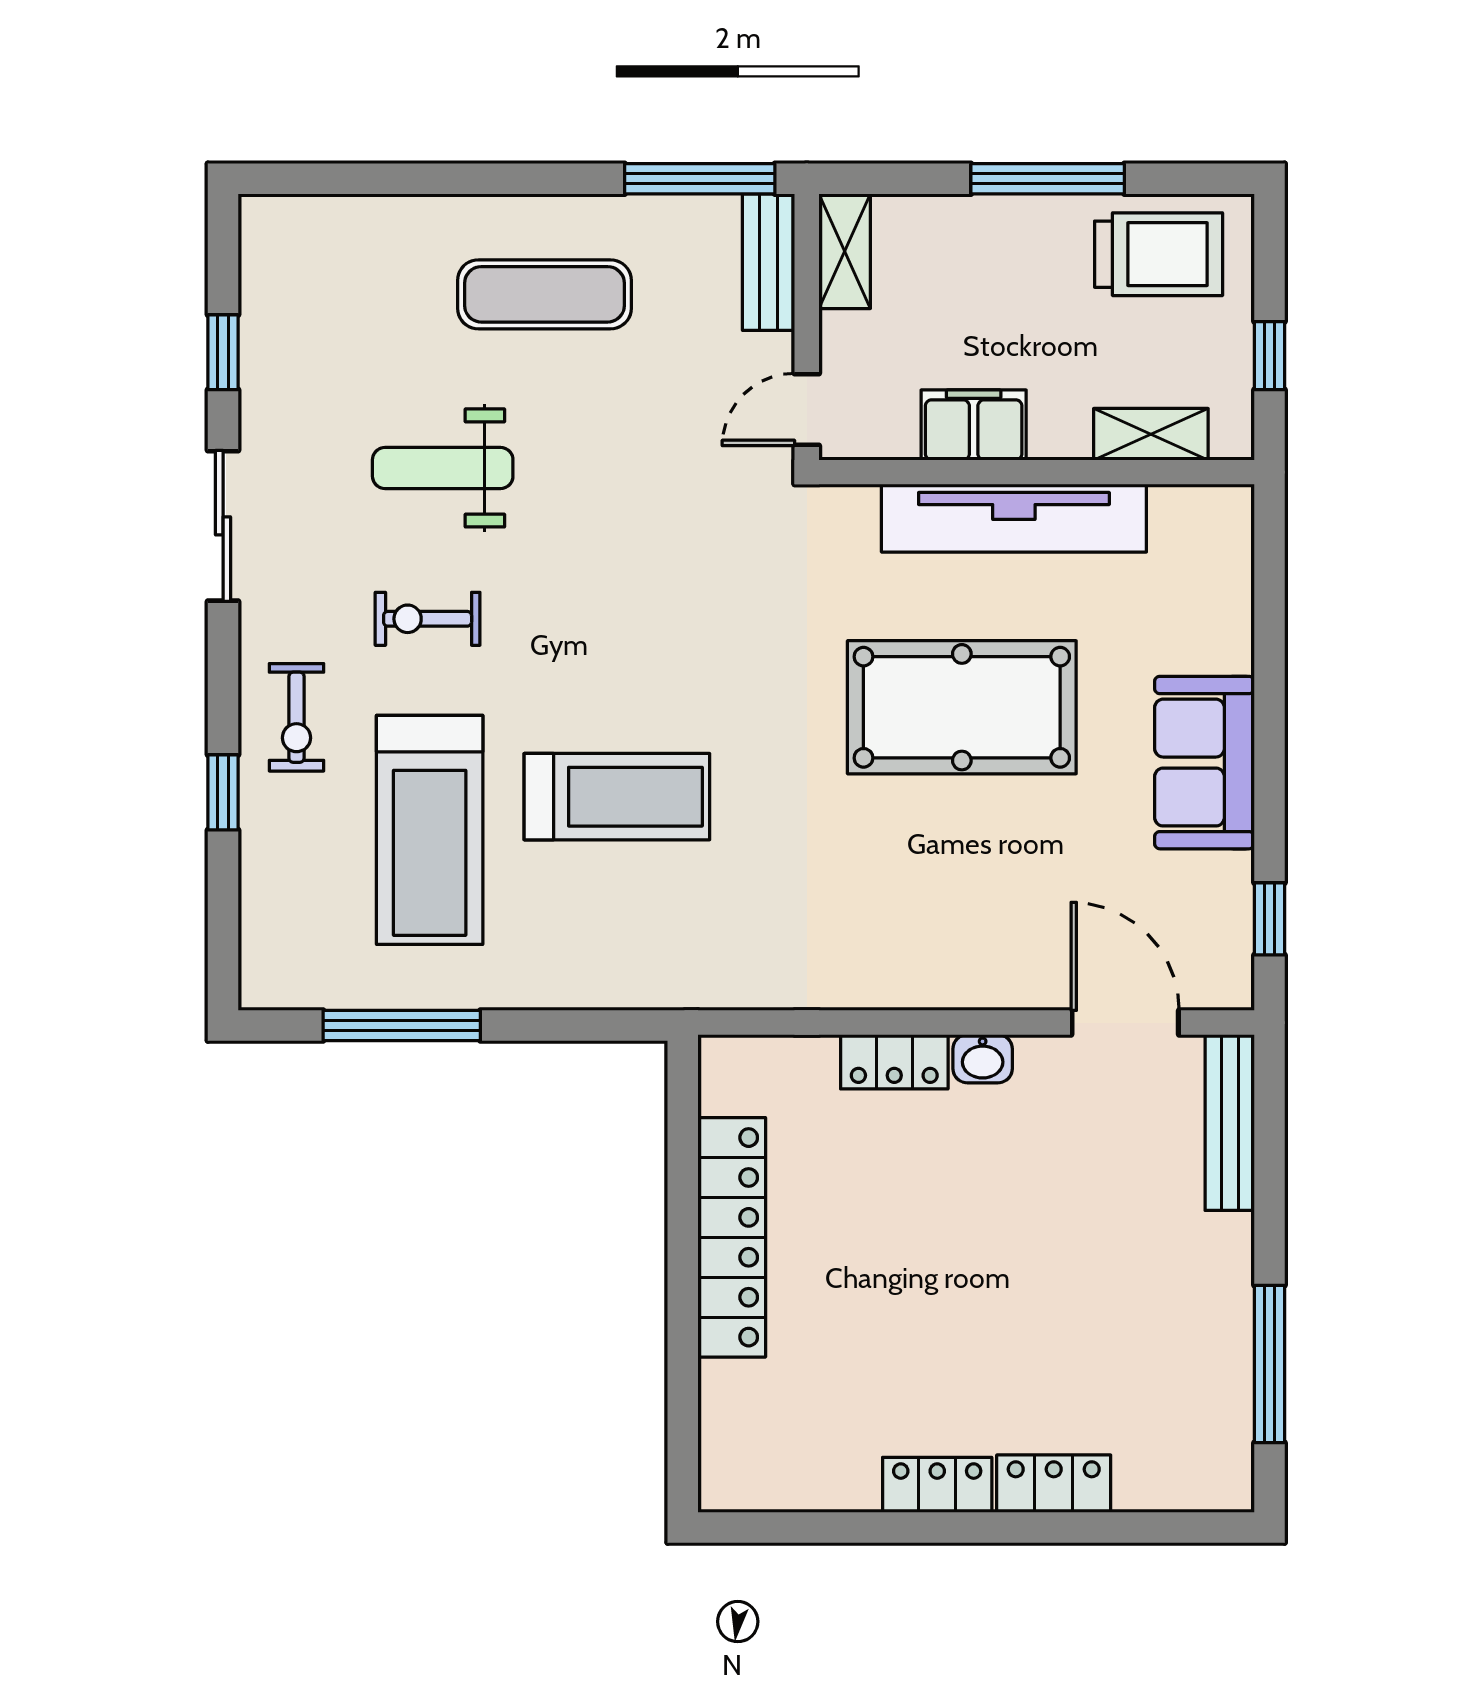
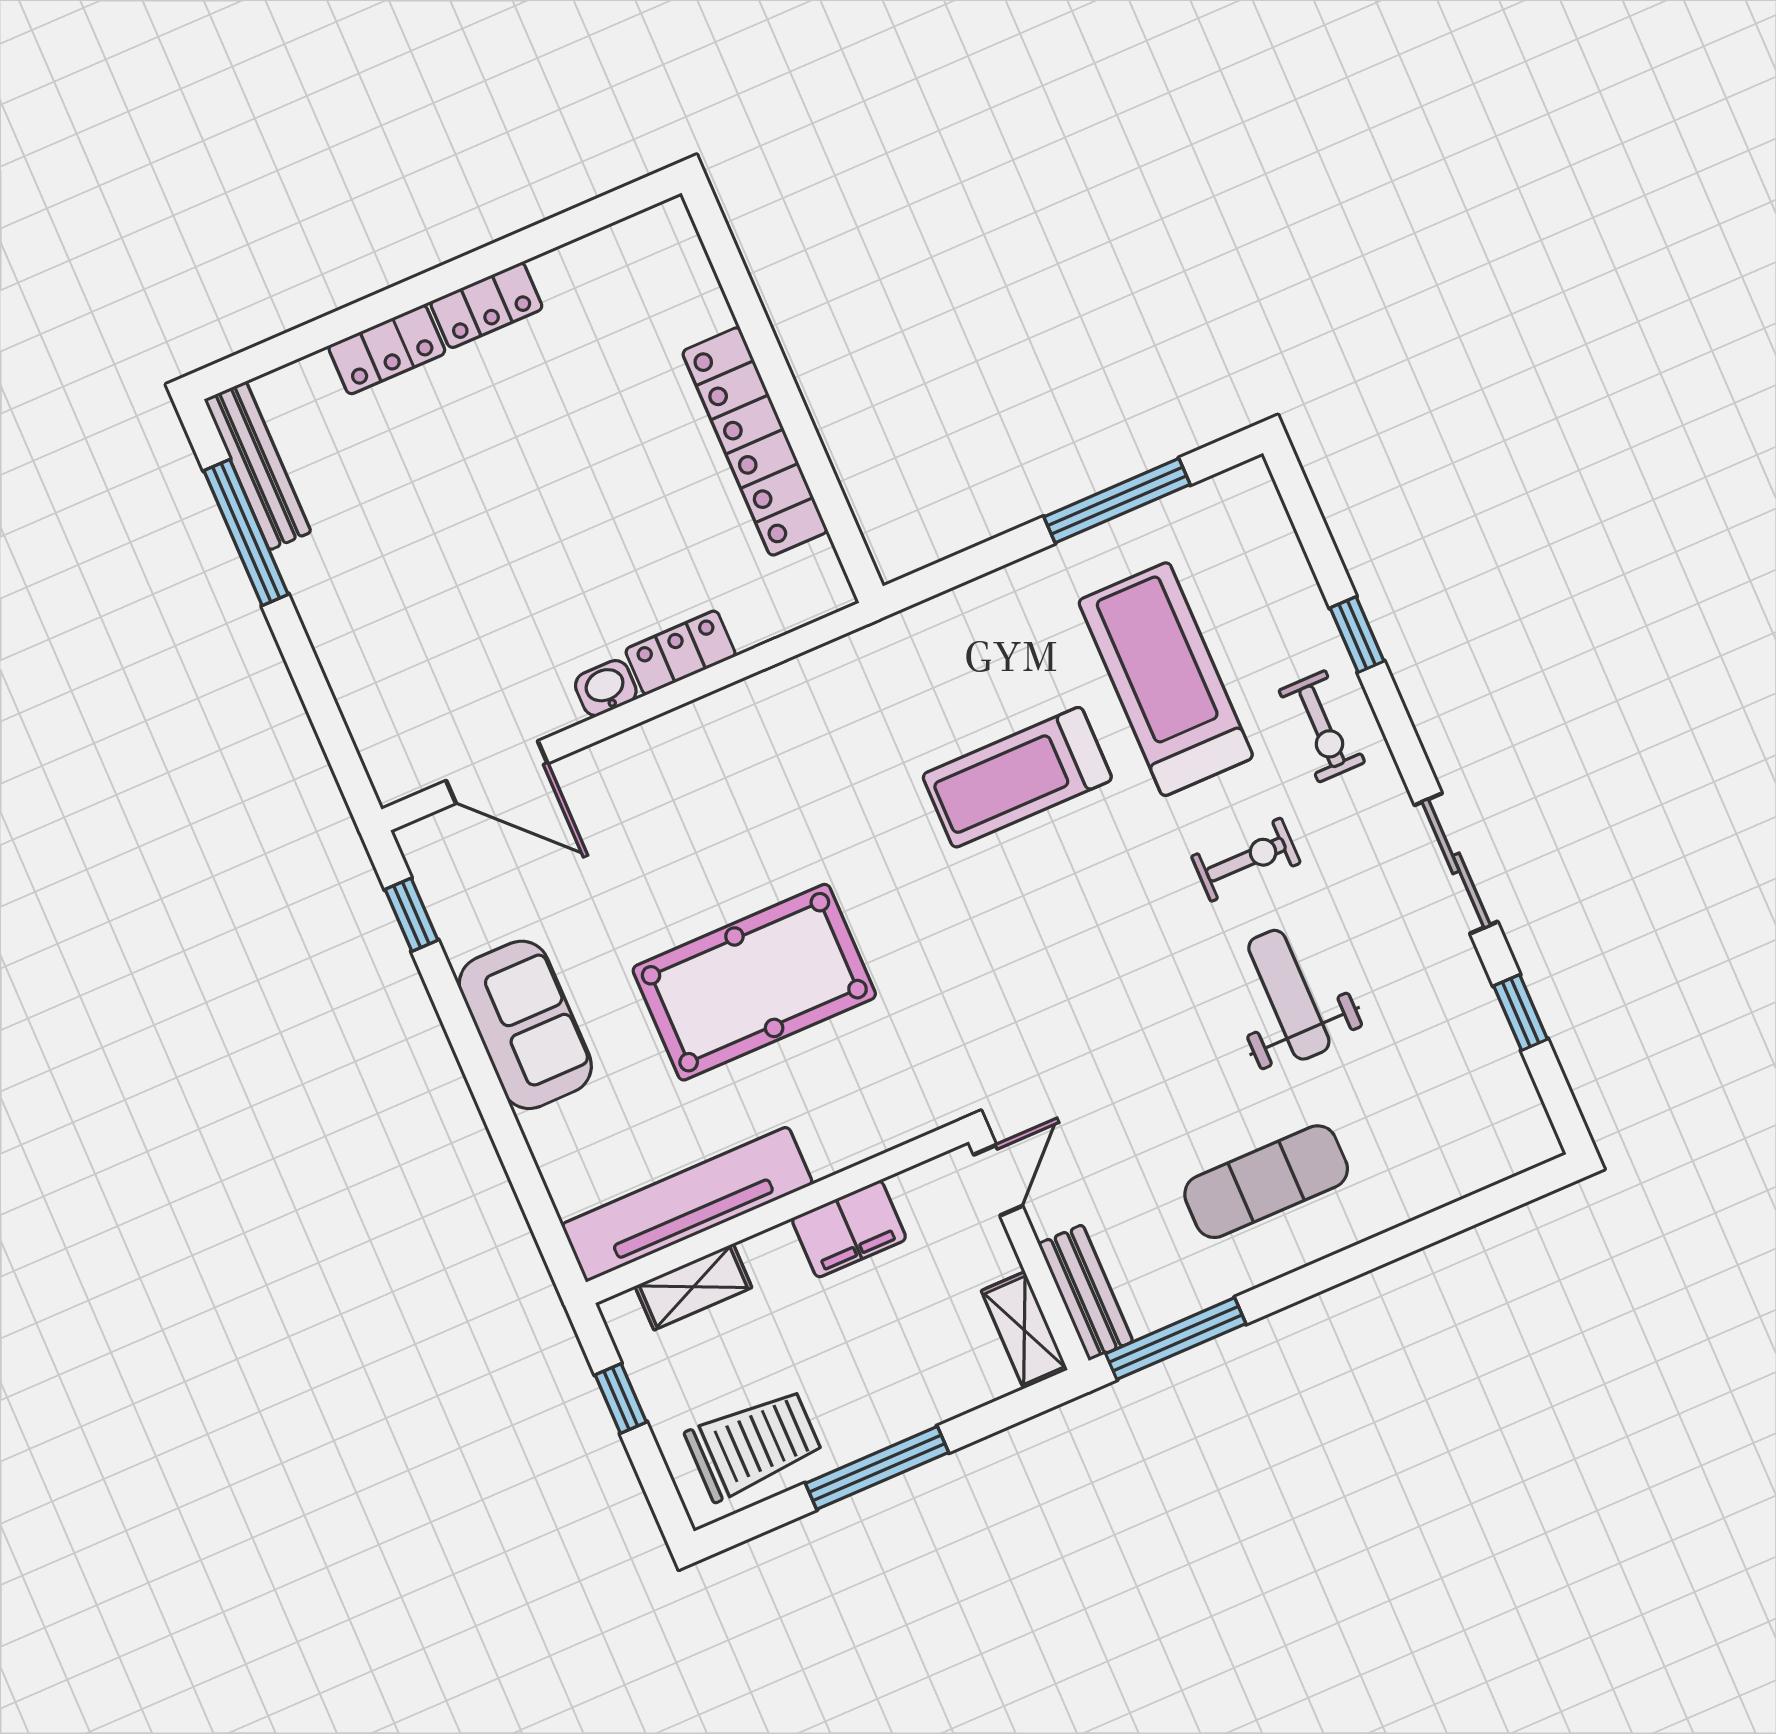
trolley: (1159, 254) -> (754, 1444), turned 180
weight bench: (443, 468) -> (1289, 995), turned -90
tv unit: (1014, 518) -> (687, 1204), moved
exercise bike: (296, 717) -> (1322, 726), turned 180
bench: (1230, 1123) -> (258, 466), moved

